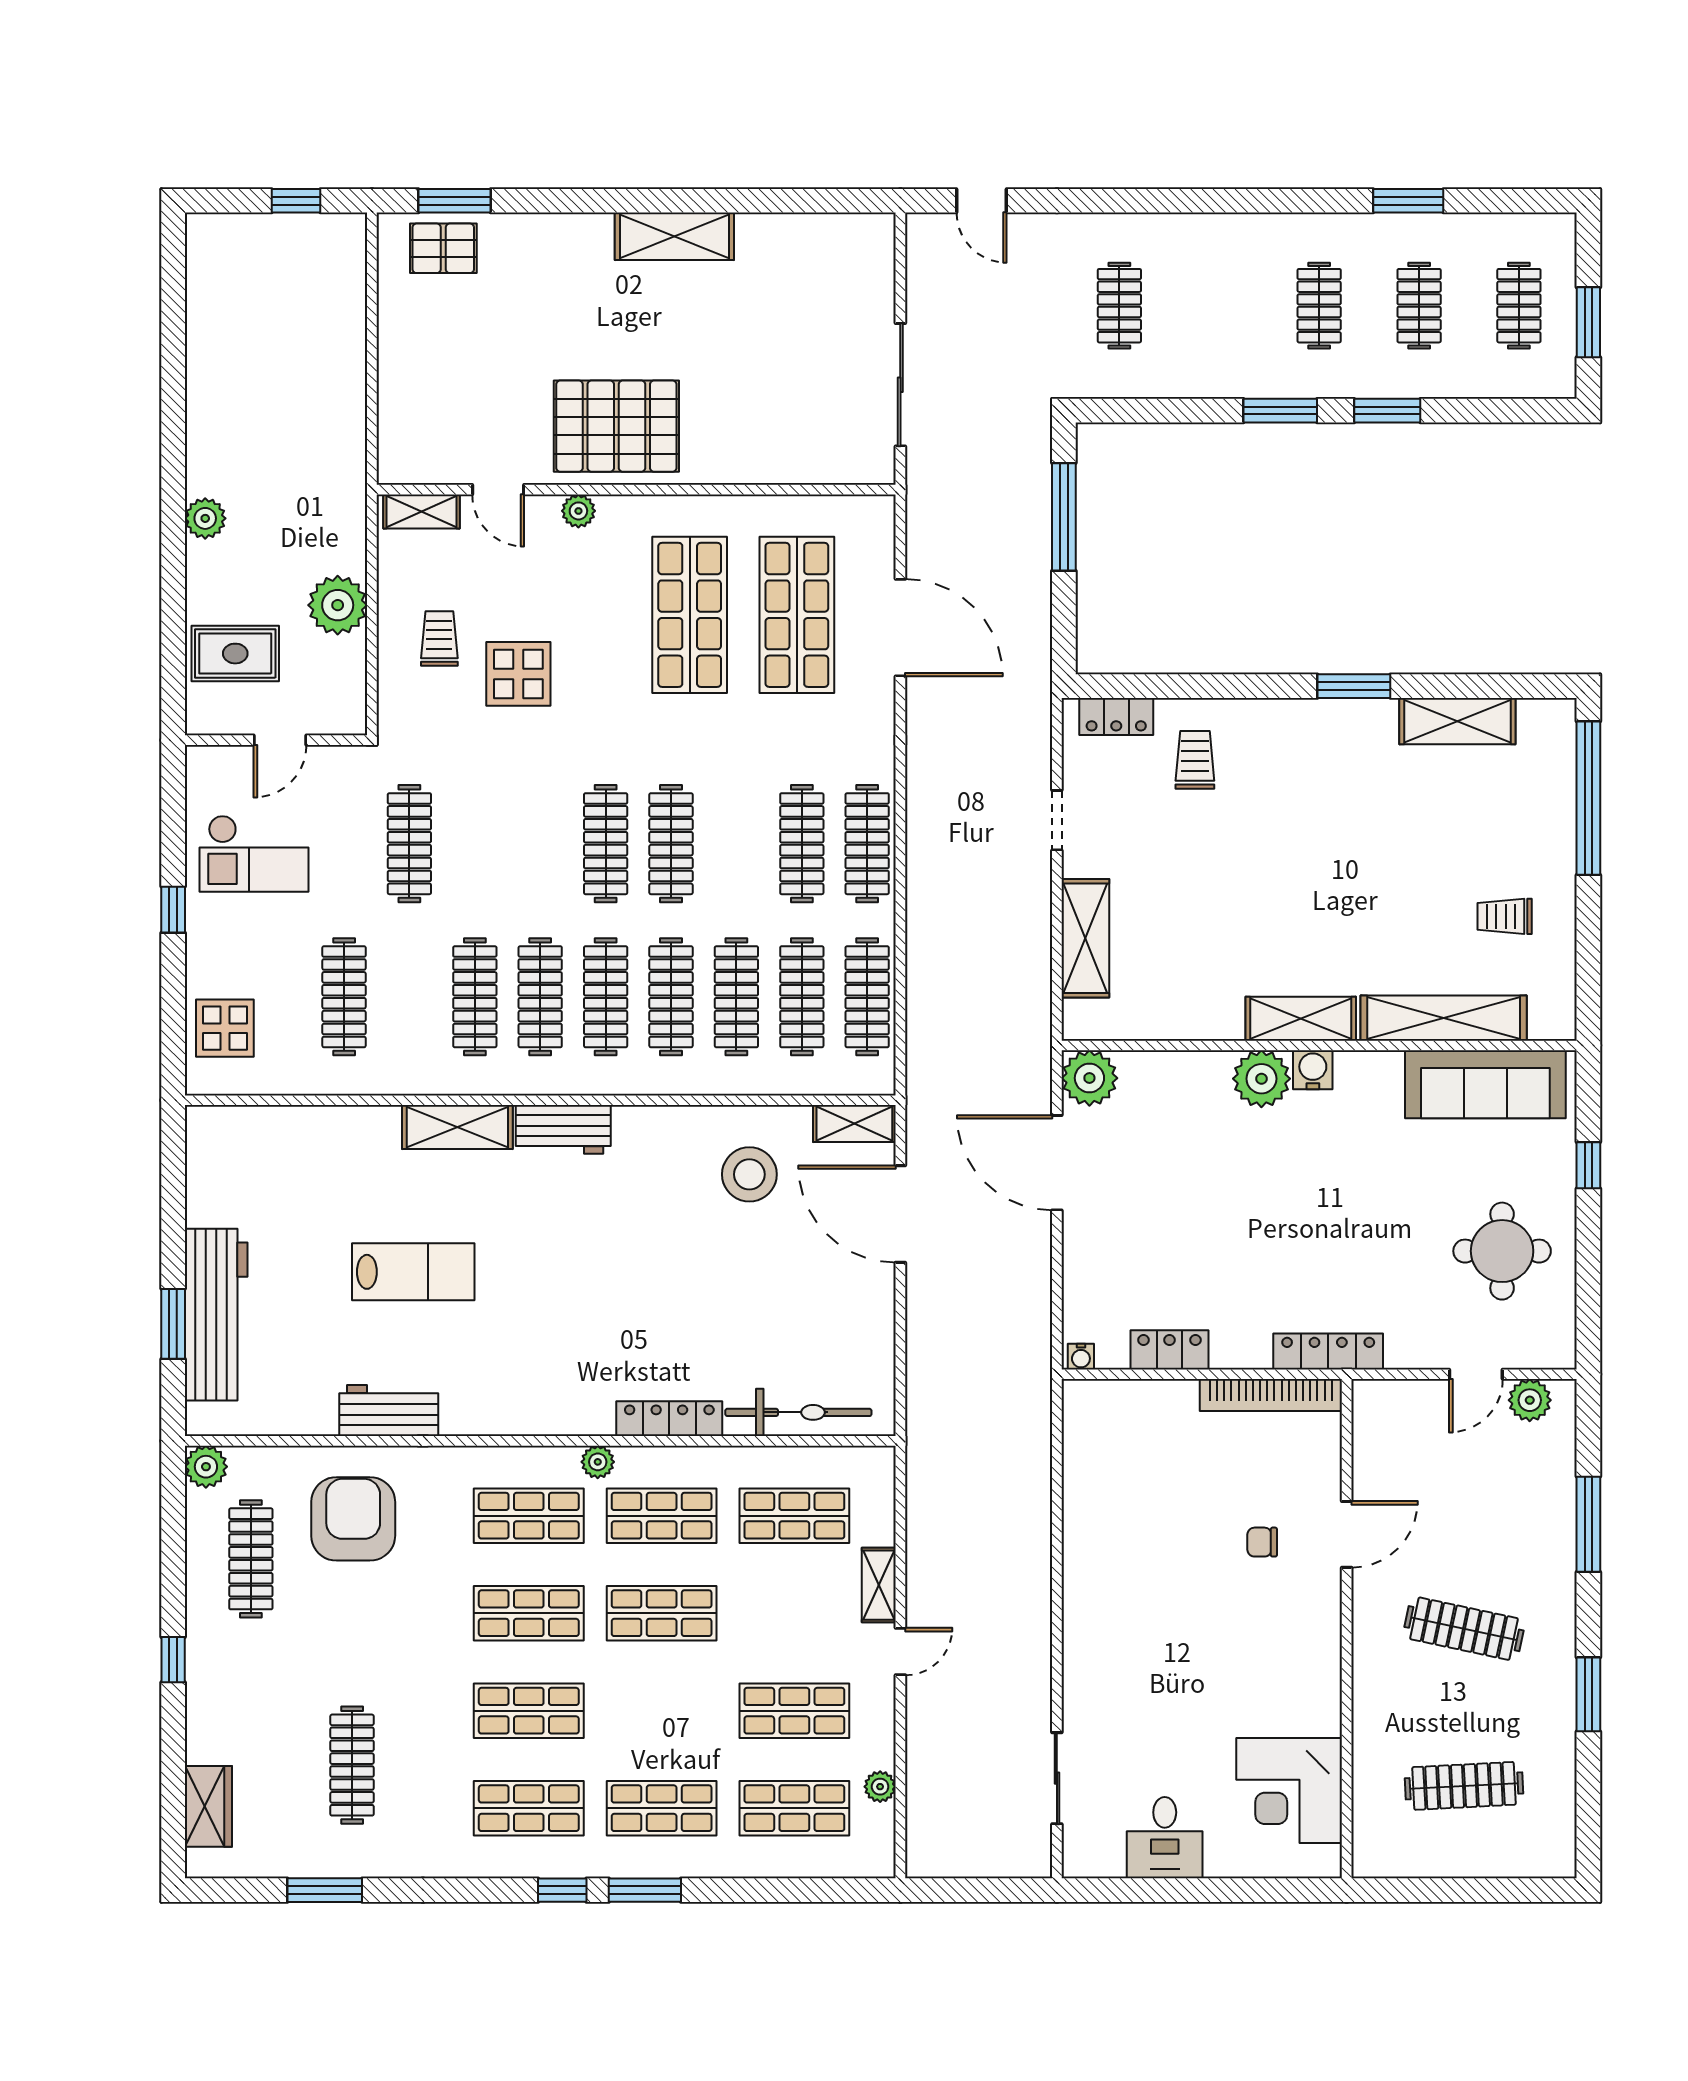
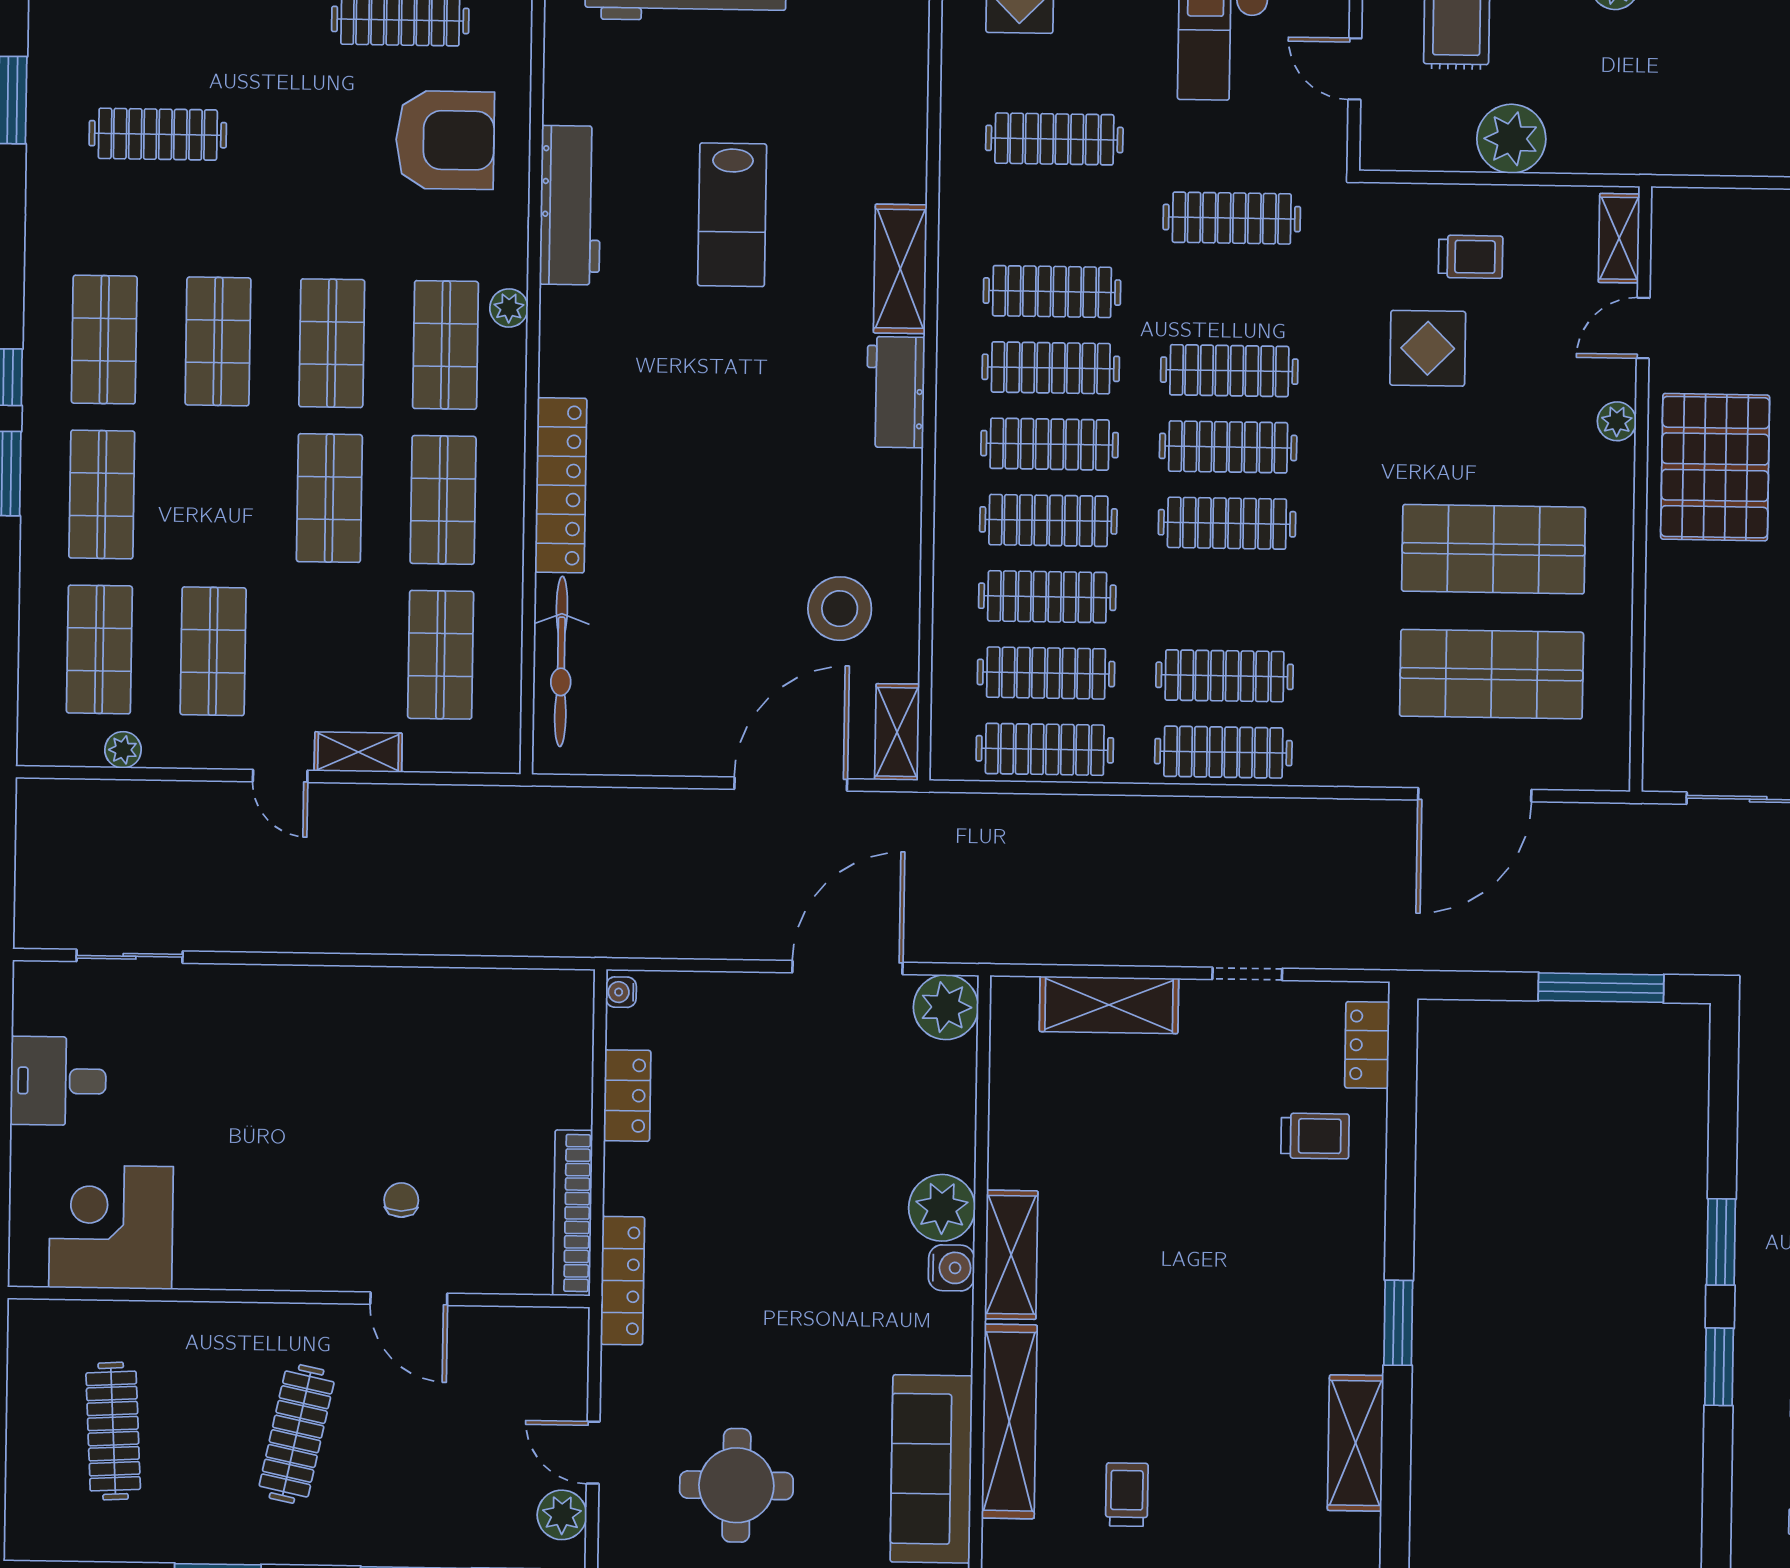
clothes rail: (540, 844) -> (1229, 371), added
workbench: (389, 1411) -> (570, 205), width x1.38
locker: (669, 1419) -> (561, 485), width x1.41, depth x1.21
plant: (598, 1462) -> (509, 308), moved

